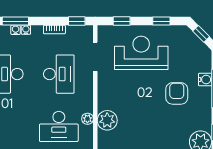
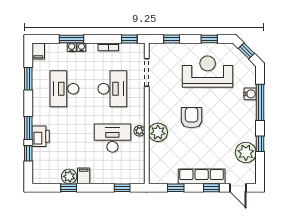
reception desk: (141, 53) -> (208, 72), moved
armchair: (177, 93) -> (192, 118), moved
desk: (59, 126) -> (112, 138), turned 180

